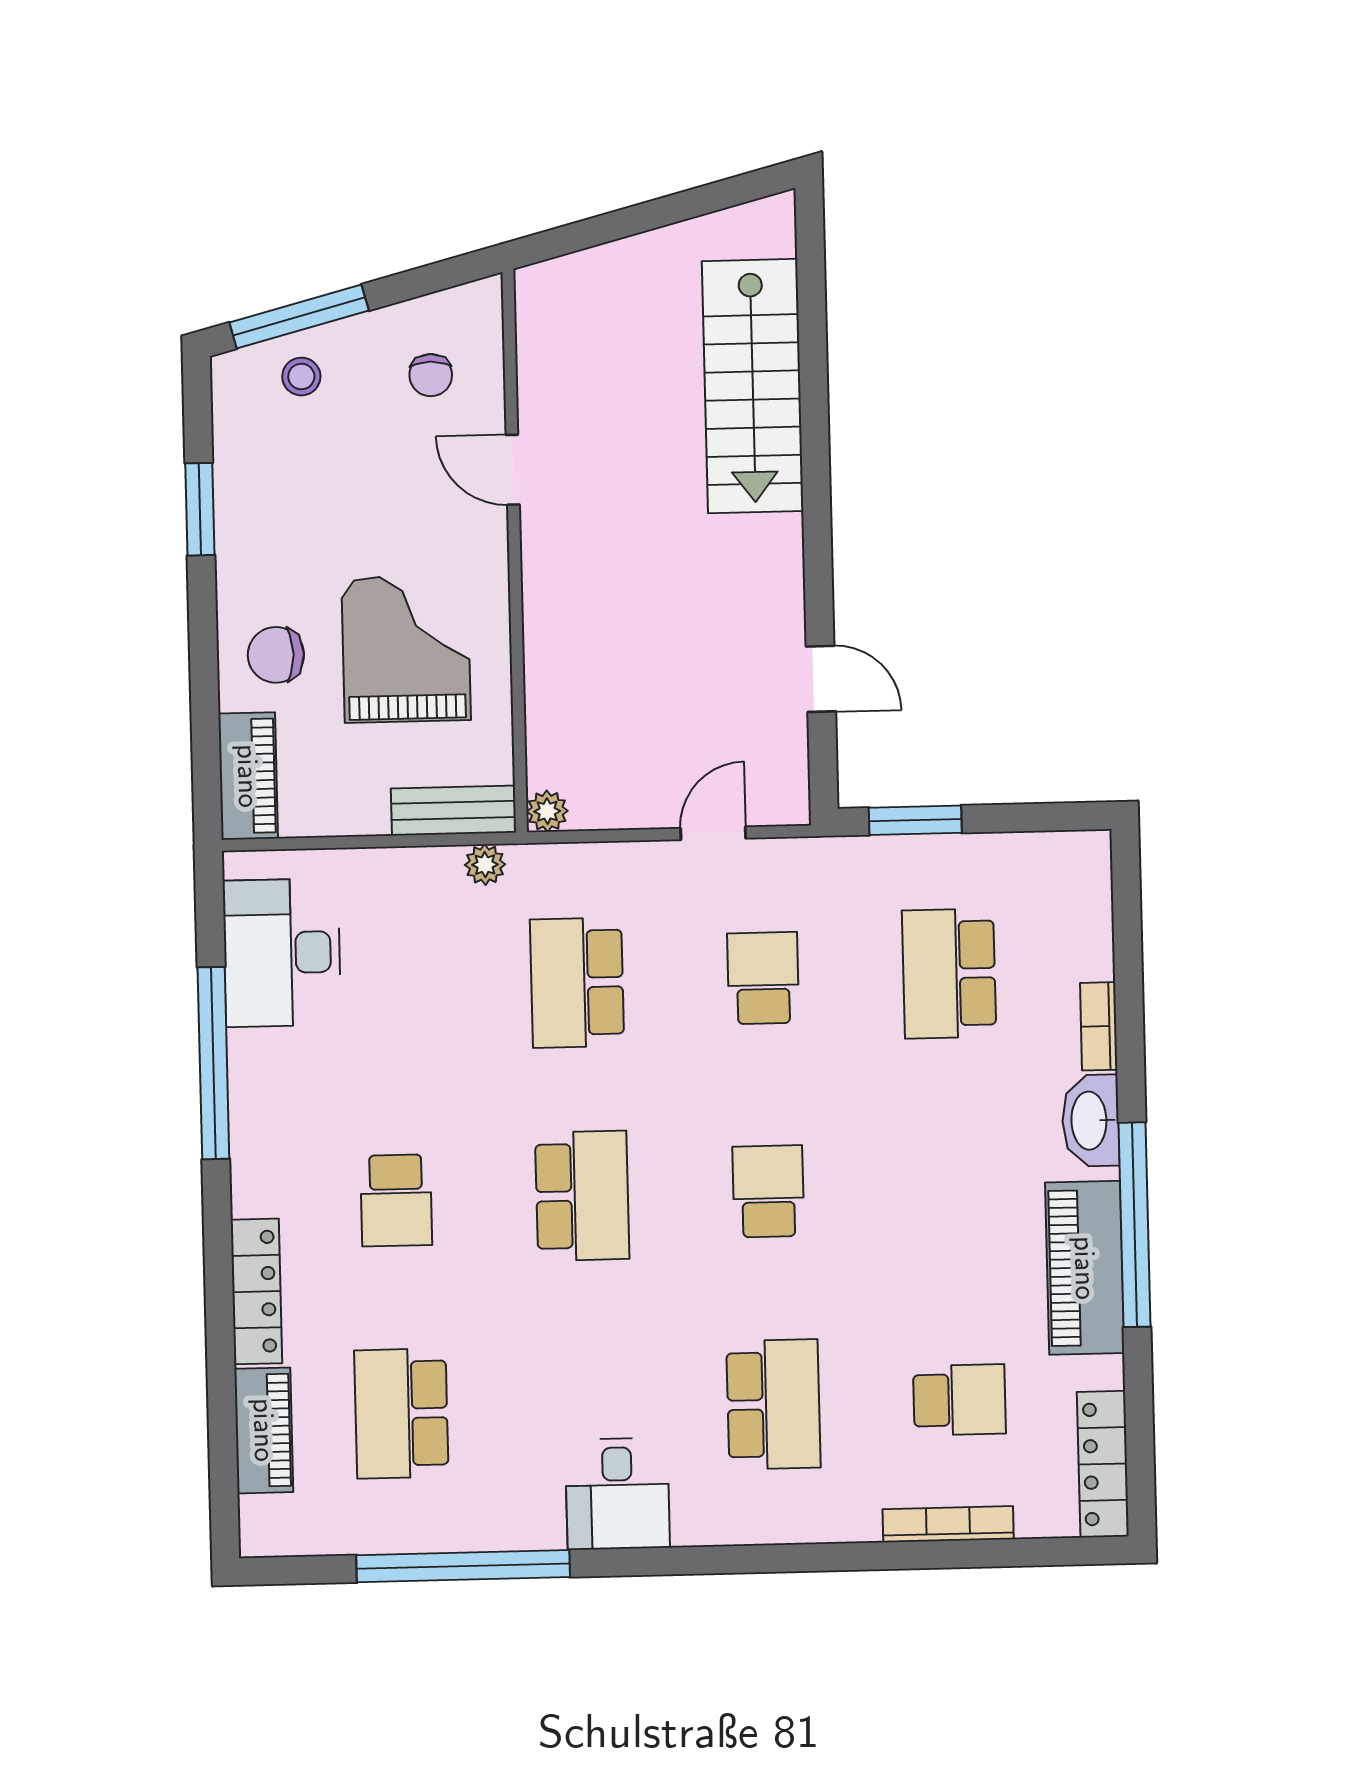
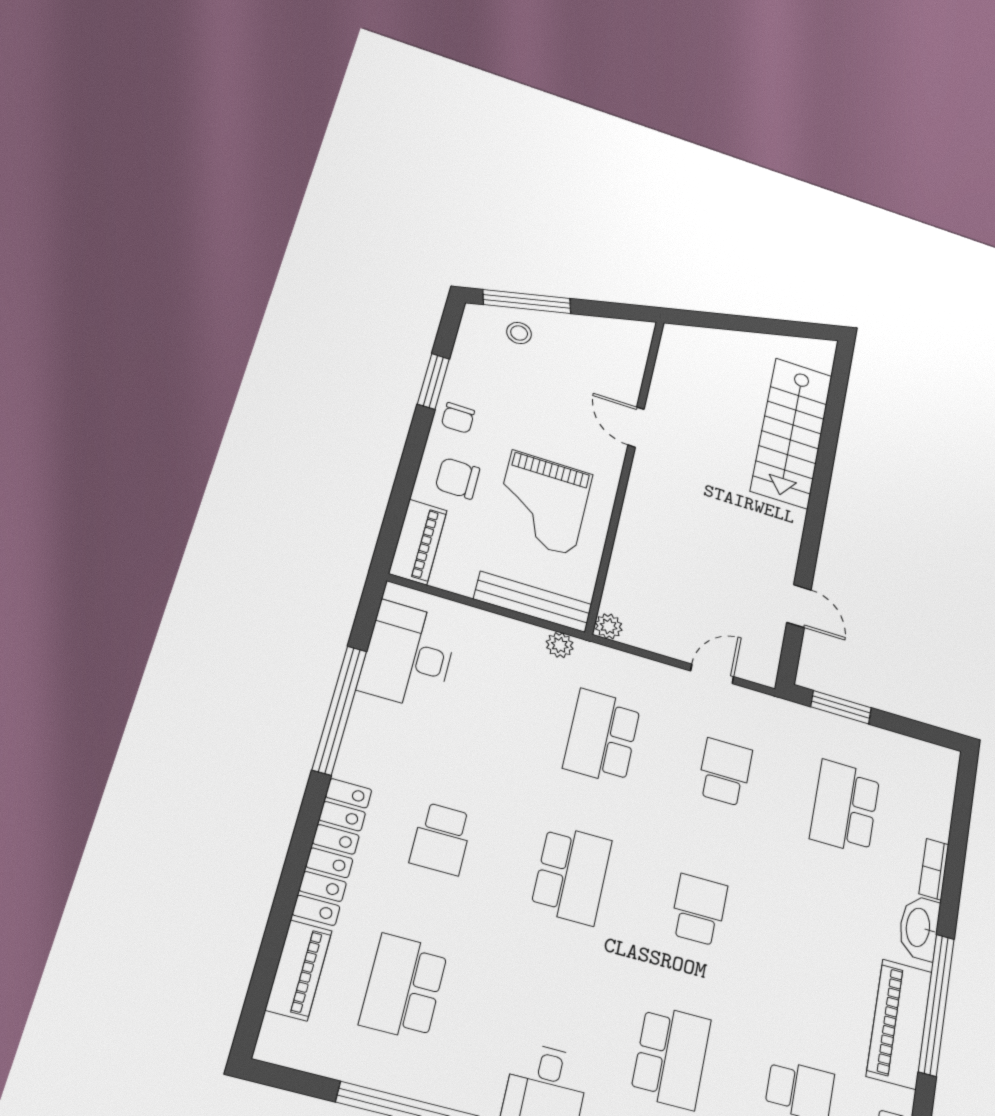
chair: (431, 375) -> (458, 418), moved
grand piano: (406, 649) -> (543, 503), turned 180
bench: (454, 811) -> (533, 602), width x1.36
locker: (256, 1291) -> (333, 851), width x1.41, depth x1.21

